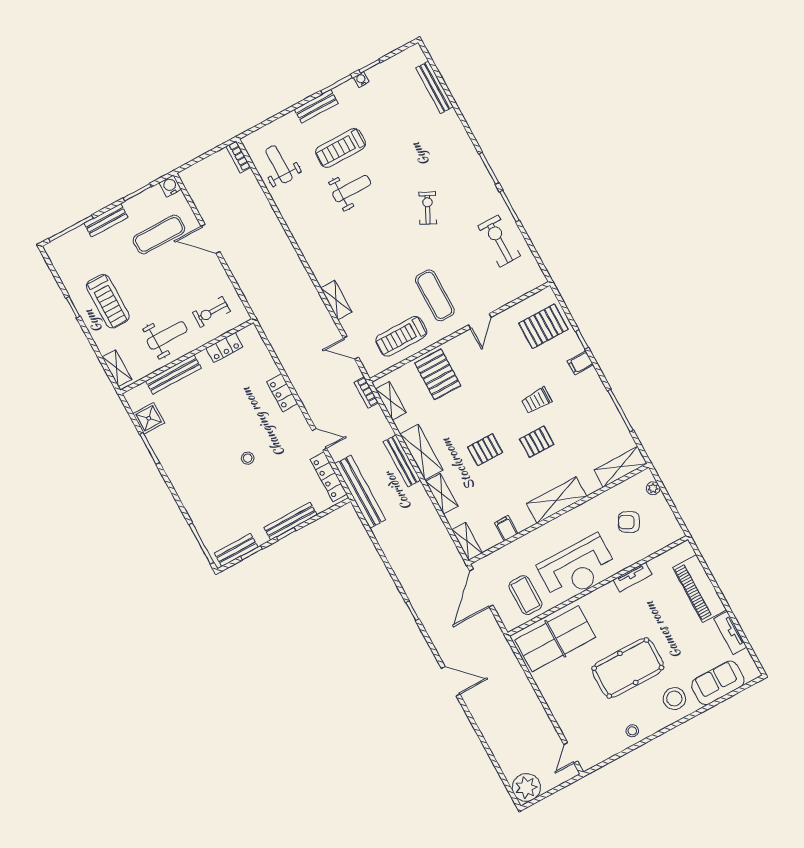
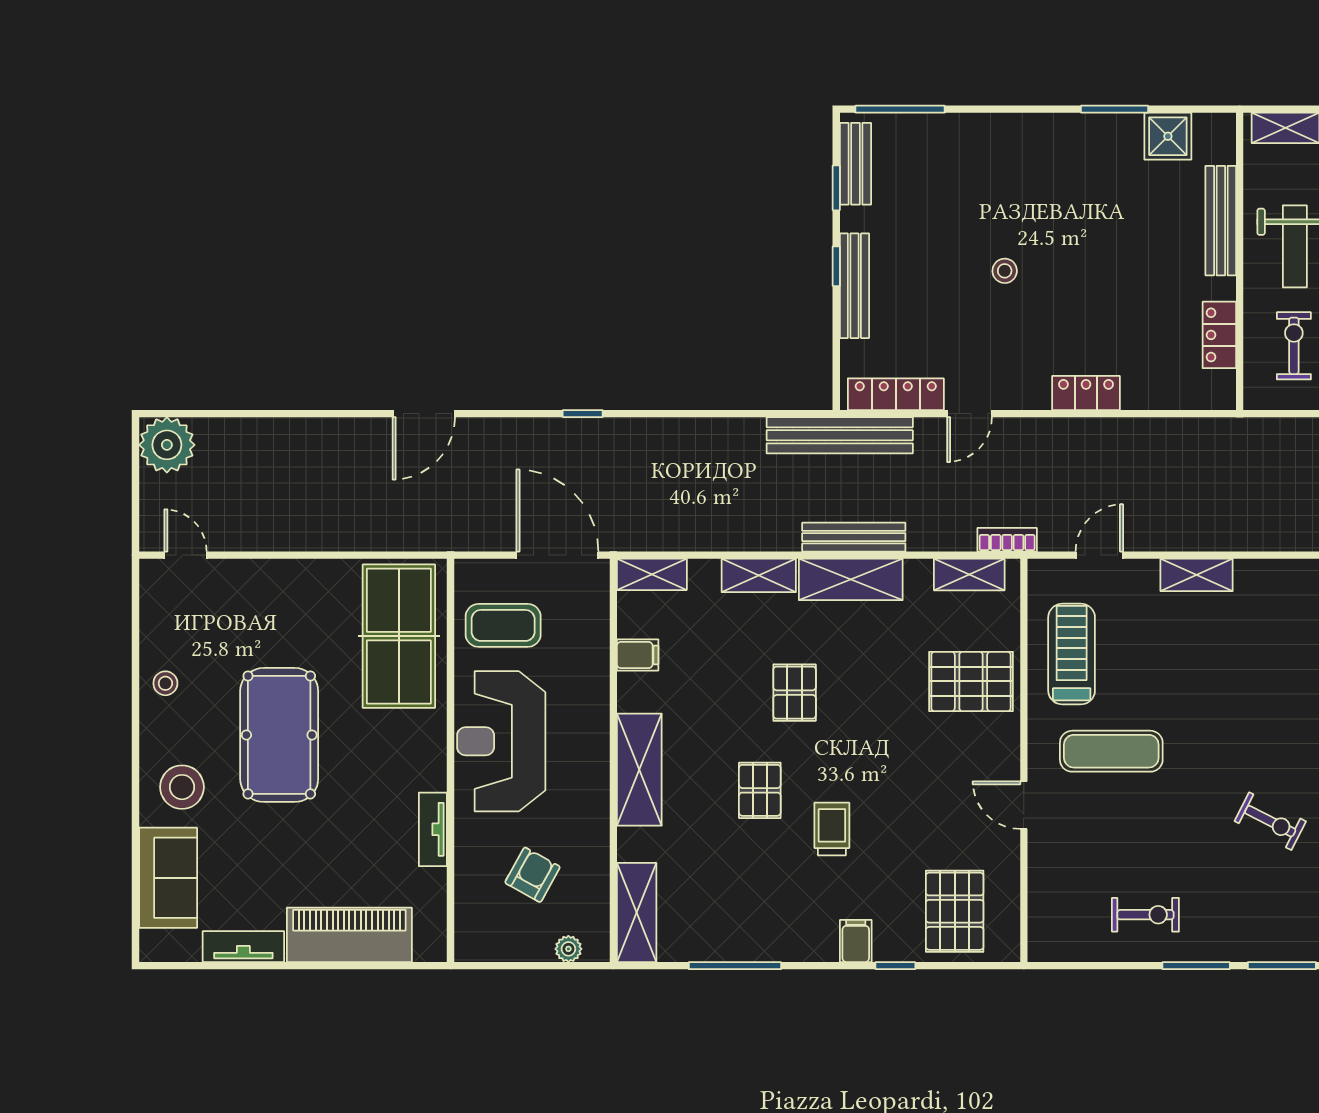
exercise bike: (499, 241) -> (1145, 915), width x0.73, depth x0.72

